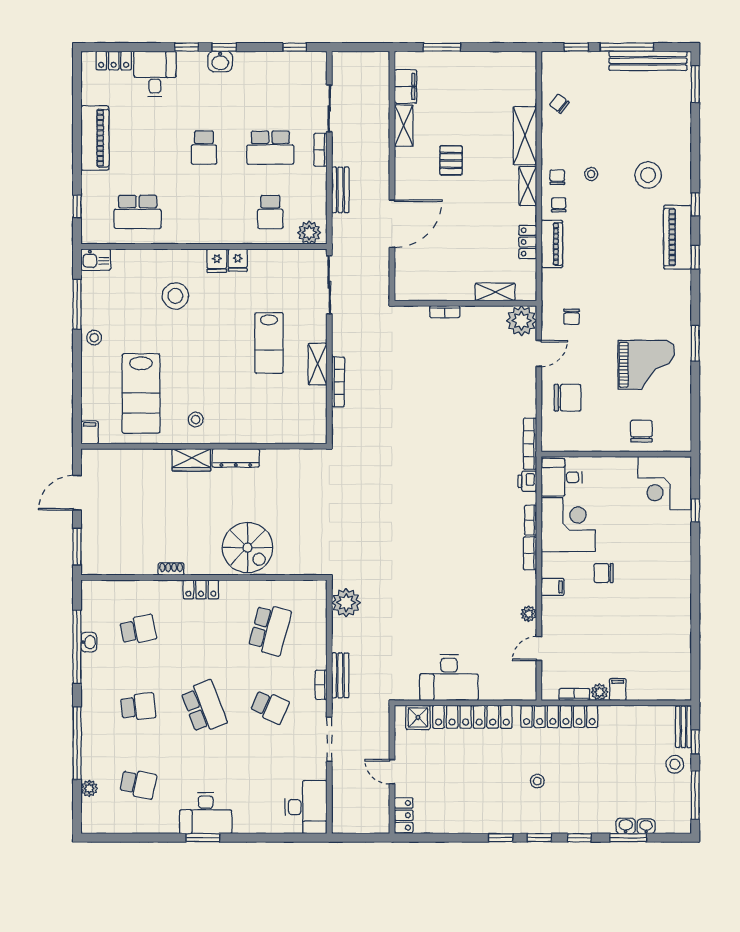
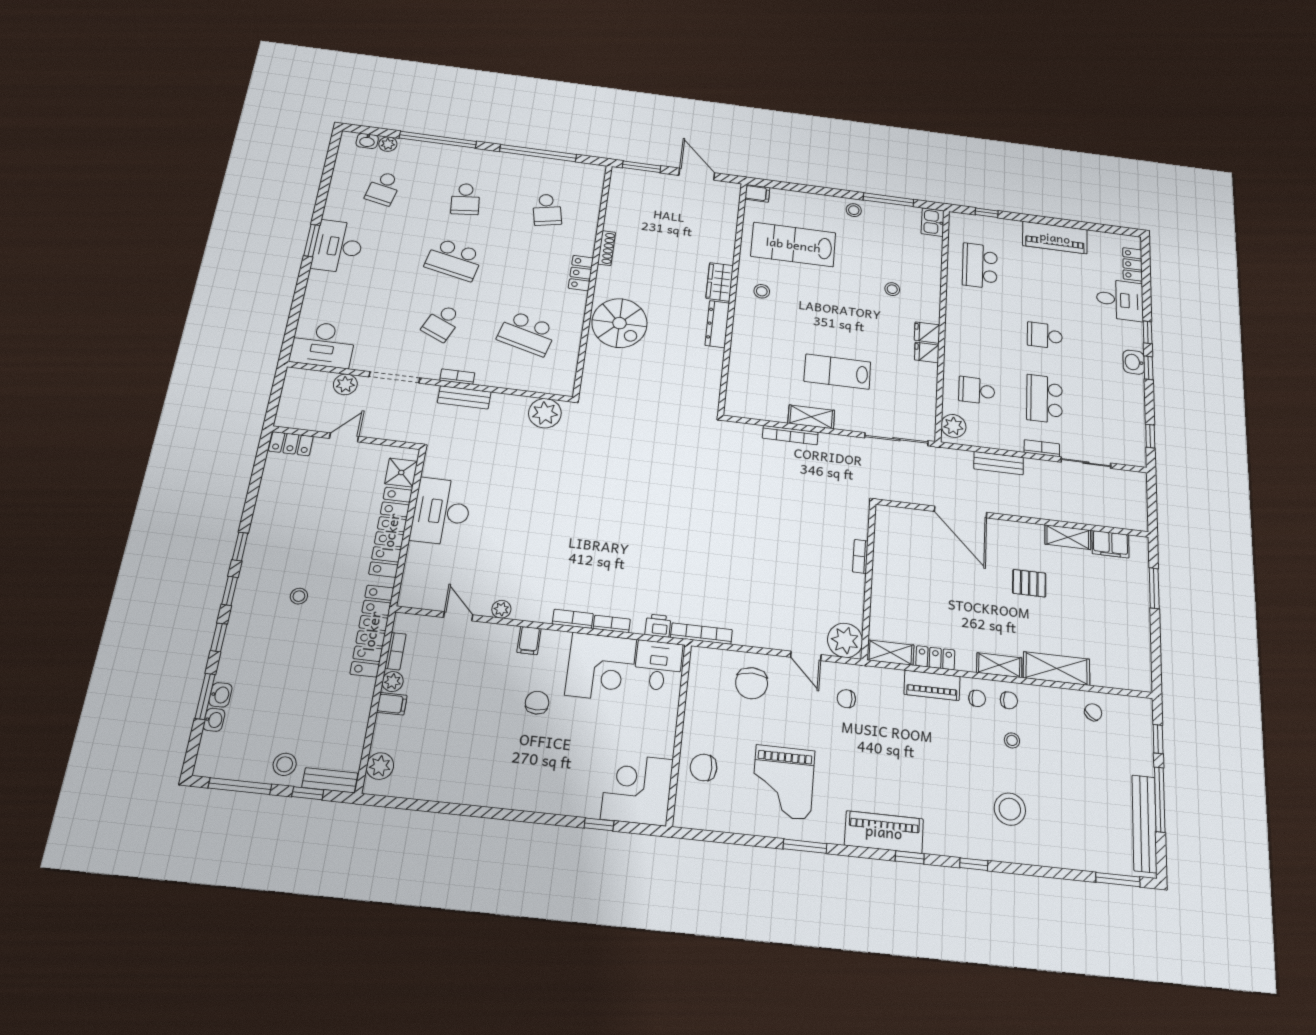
piano: (677, 237) -> (884, 832), moved
shelving: (495, 292) -> (890, 653), moved, turned 90
stool: (175, 296) -> (892, 289), width x0.53, depth x0.53
chair: (641, 431) -> (704, 767), turned 180
spiral stairs: (248, 548) -> (619, 323), turned -90
shoe rack: (171, 569) -> (607, 248), width x1.43
washbasin: (89, 642) -> (367, 141), moved
plant: (668, 690) -> (380, 766), added
school desk: (204, 707) -> (454, 260), turned 33
plant: (342, 780) -> (345, 384), added

